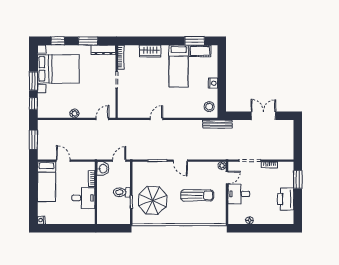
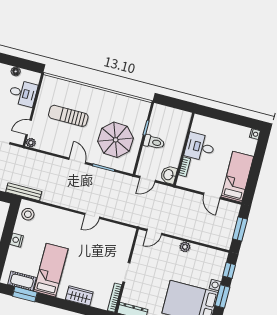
desk: (239, 194) -> (23, 93), moved
parasol: (153, 201) -> (116, 140), moved

